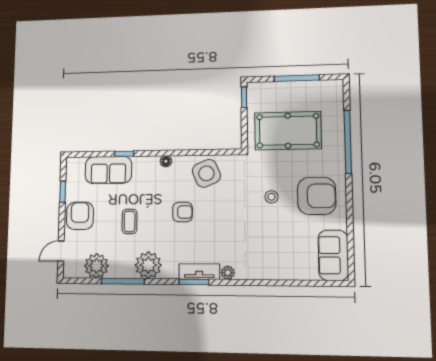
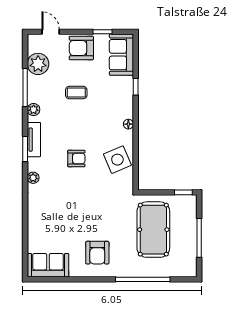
sofa: (108, 170) -> (121, 55), moved
armchair: (317, 196) -> (97, 253), width x0.73, depth x0.73
stool: (271, 197) -> (97, 215), removed
armchair: (183, 212) -> (76, 158), moved, turned -90
armchair: (80, 216) -> (81, 48), turned 180
plant: (148, 265) -> (34, 110), width x0.53, depth x0.53
tv unit: (199, 271) -> (34, 140), moved

